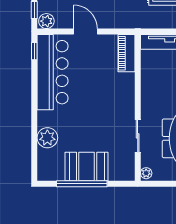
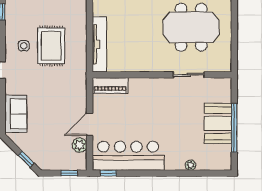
plant: (46, 21) -> (80, 145), moved
plant: (47, 138) -> (191, 165), width x0.53, depth x0.53
plant: (146, 173) -> (224, 67), removed

